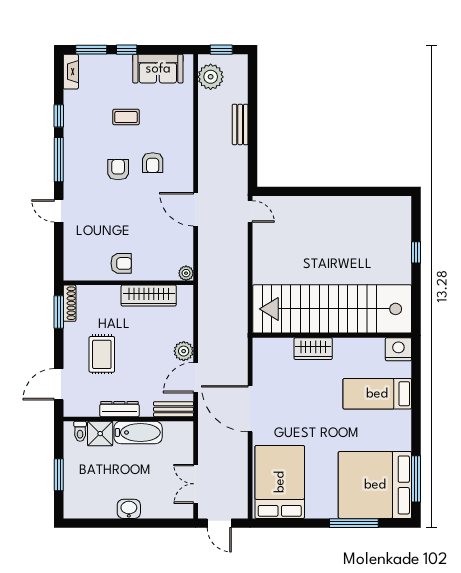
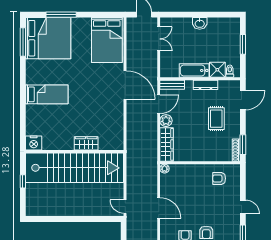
armchair: (121, 263) -> (219, 178), moved
wardrobe: (149, 296) -> (166, 144), moved, turned 90
stairs: (332, 309) -> (75, 168), moved
wall: (332, 335) -> (75, 152), moved
wardrobe: (313, 349) -> (86, 143), moved
nightstand: (398, 349) -> (34, 143), moved

